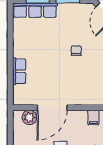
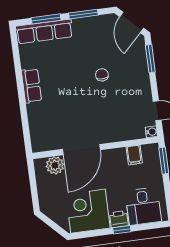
row of seats: (19, 71) -> (31, 86), moved

